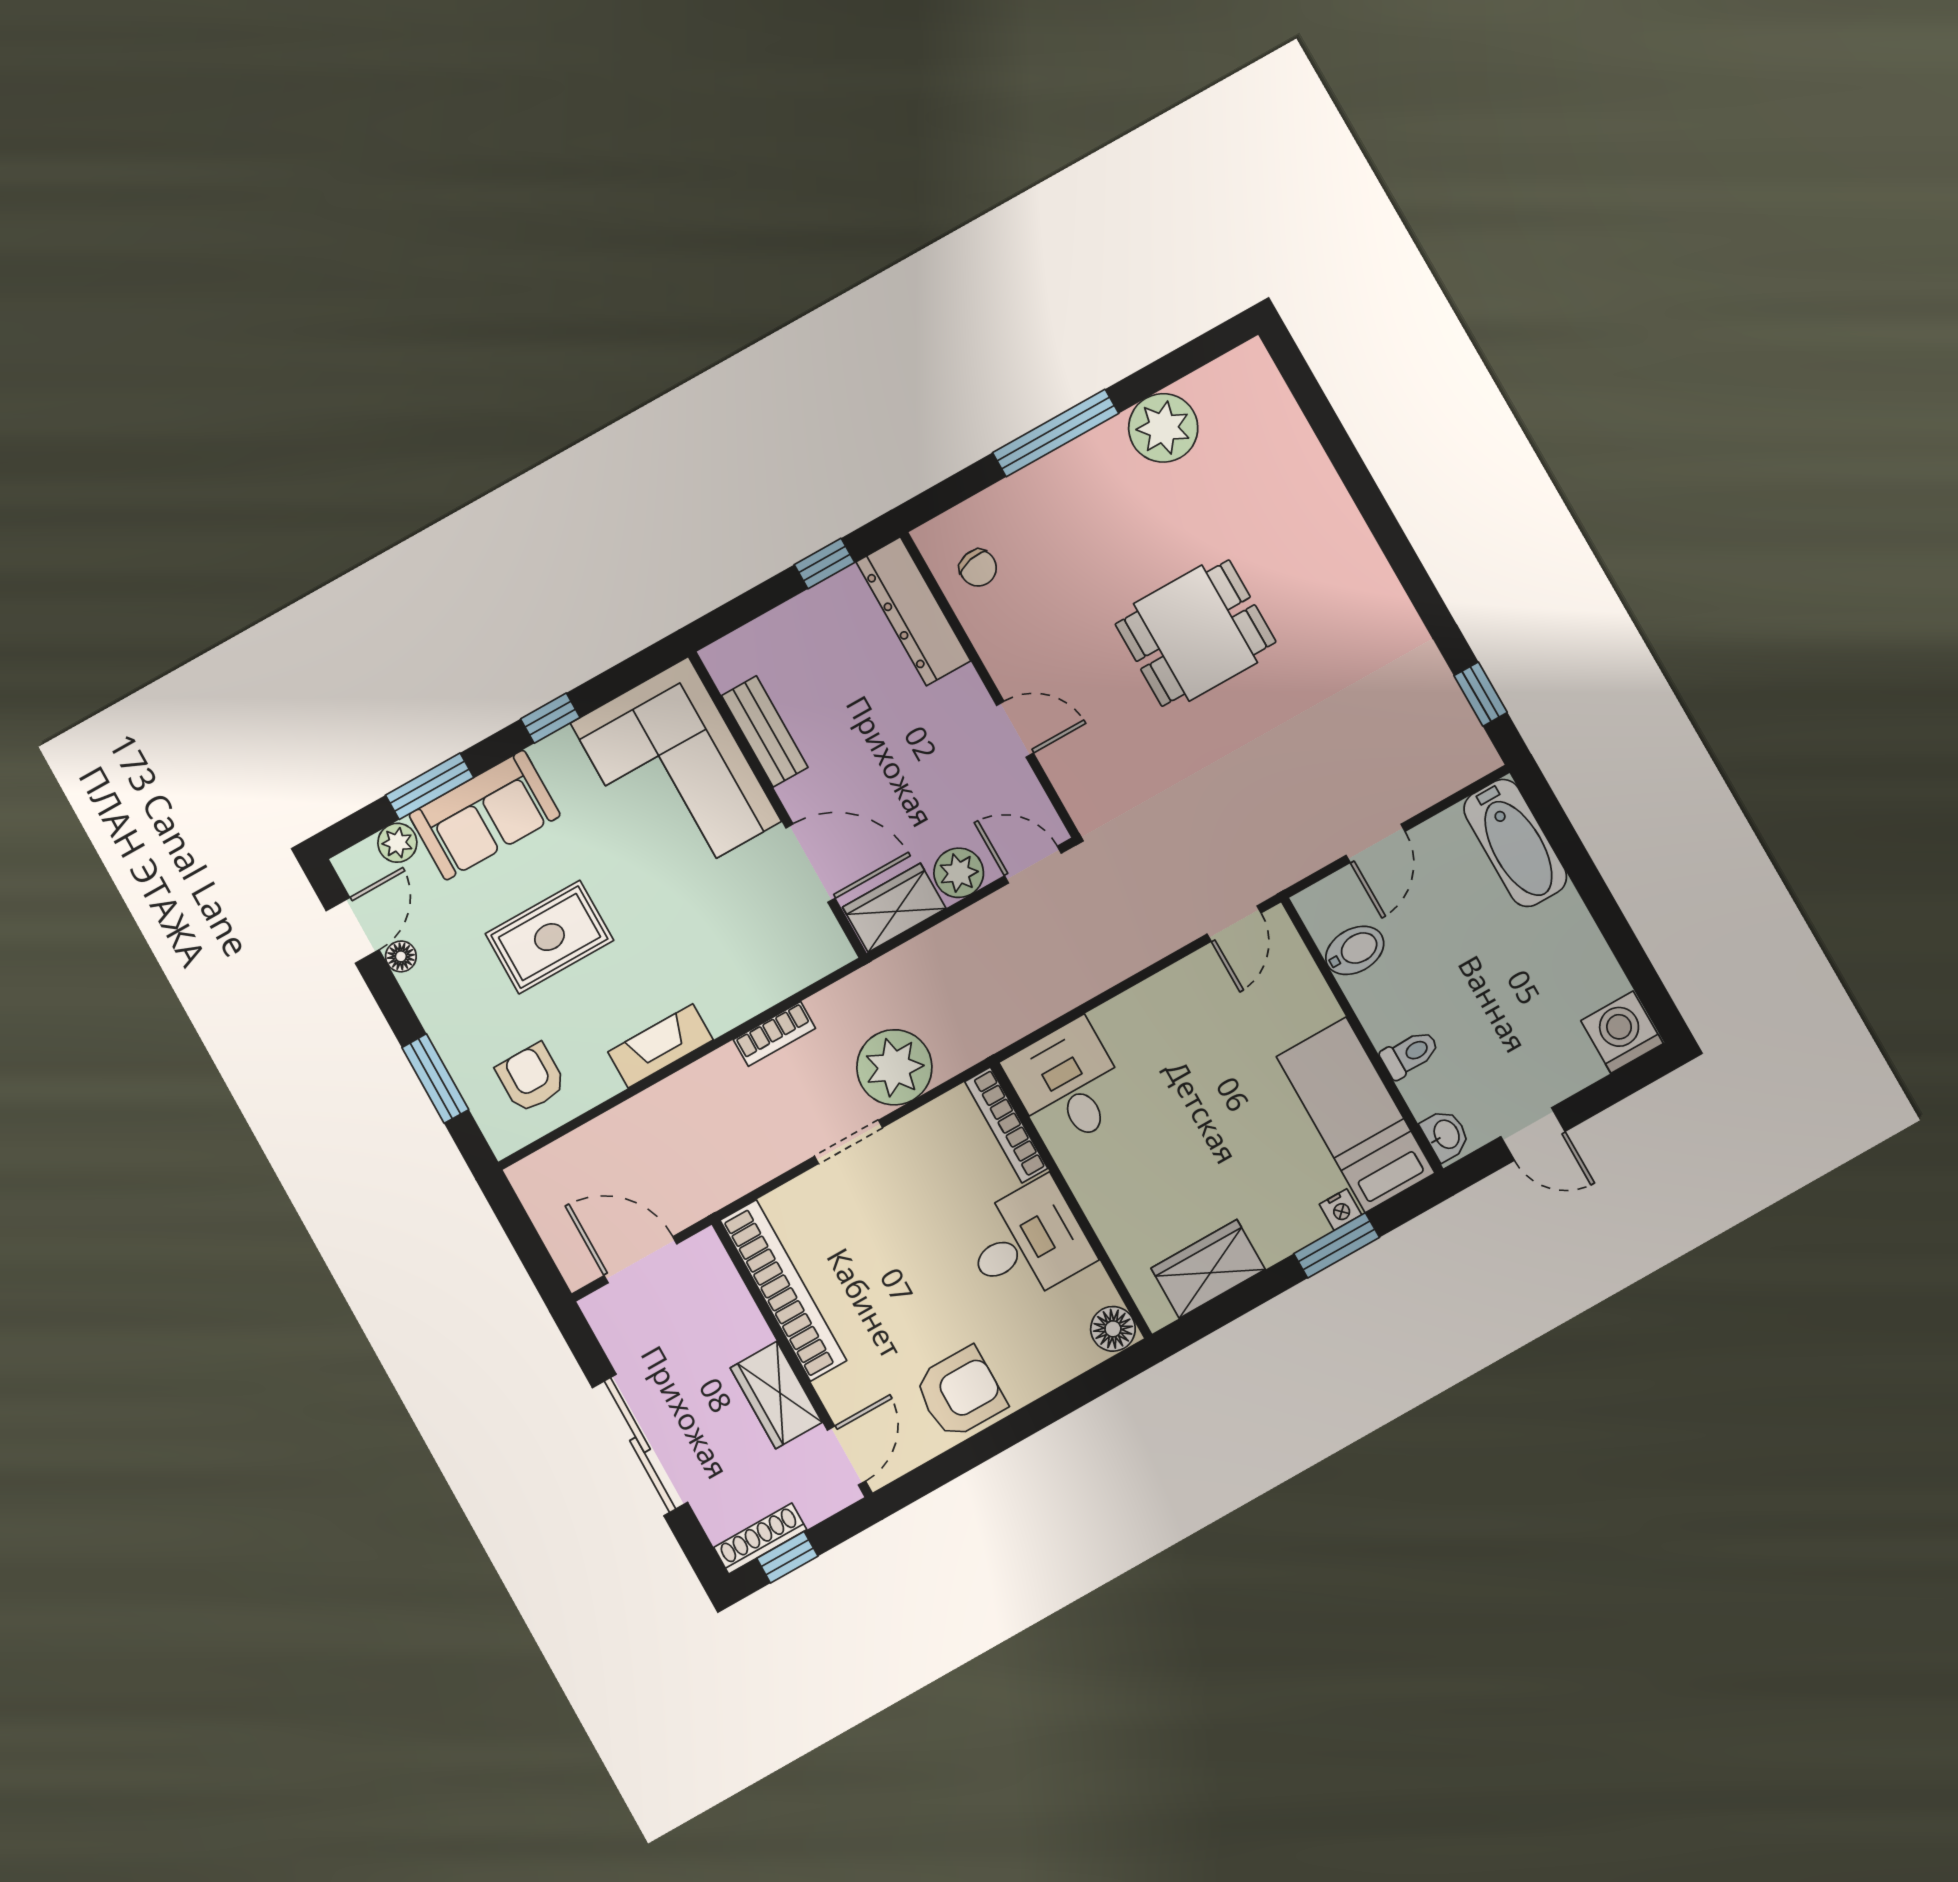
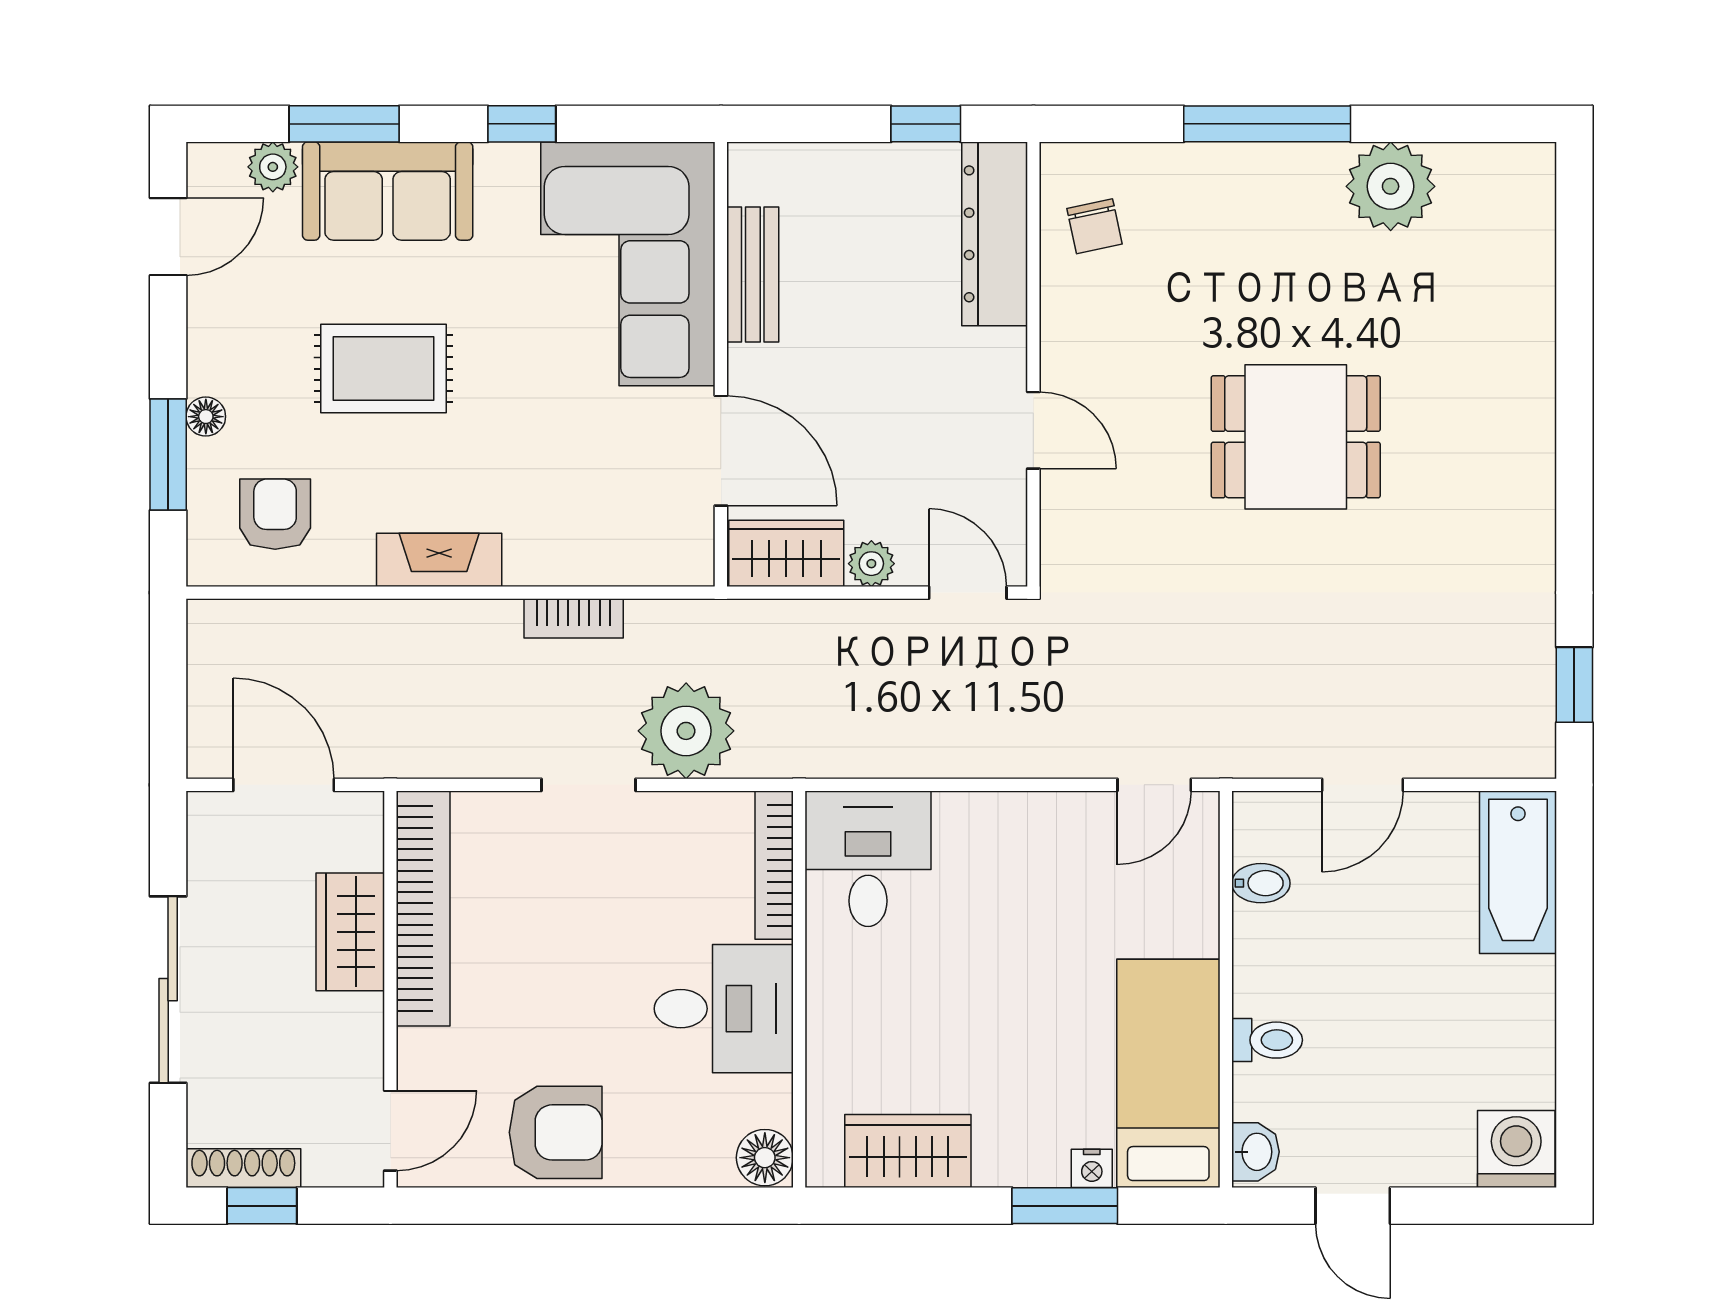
plant: (959, 873) -> (871, 564), width x0.73, depth x0.73
bidet: (1355, 950) -> (1261, 883), width x0.72, depth x0.74
floor lamp: (401, 956) -> (206, 417), moved
wardrobe: (776, 1395) -> (350, 932), moved

